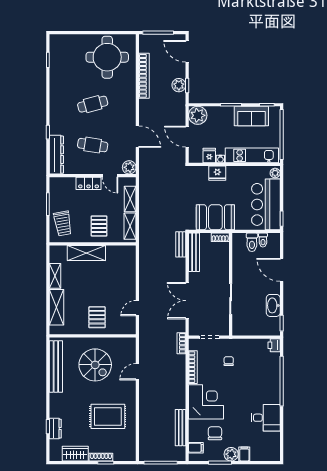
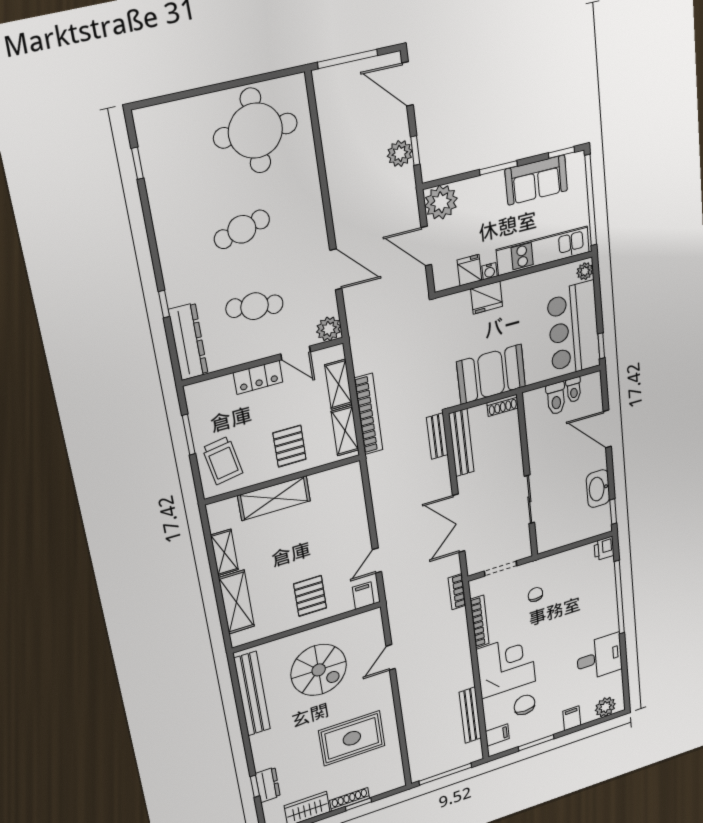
bookcase: (144, 76) -> (368, 414), moved
filing cabinet: (127, 327) -> (363, 596), added
plant: (231, 454) -> (605, 707), moved

